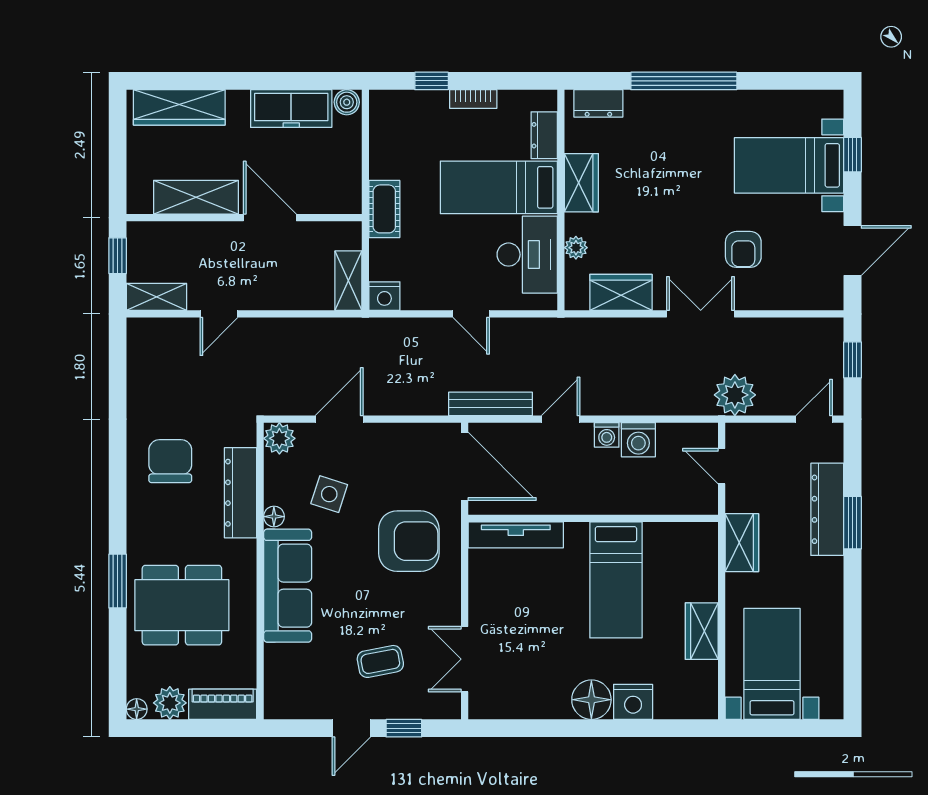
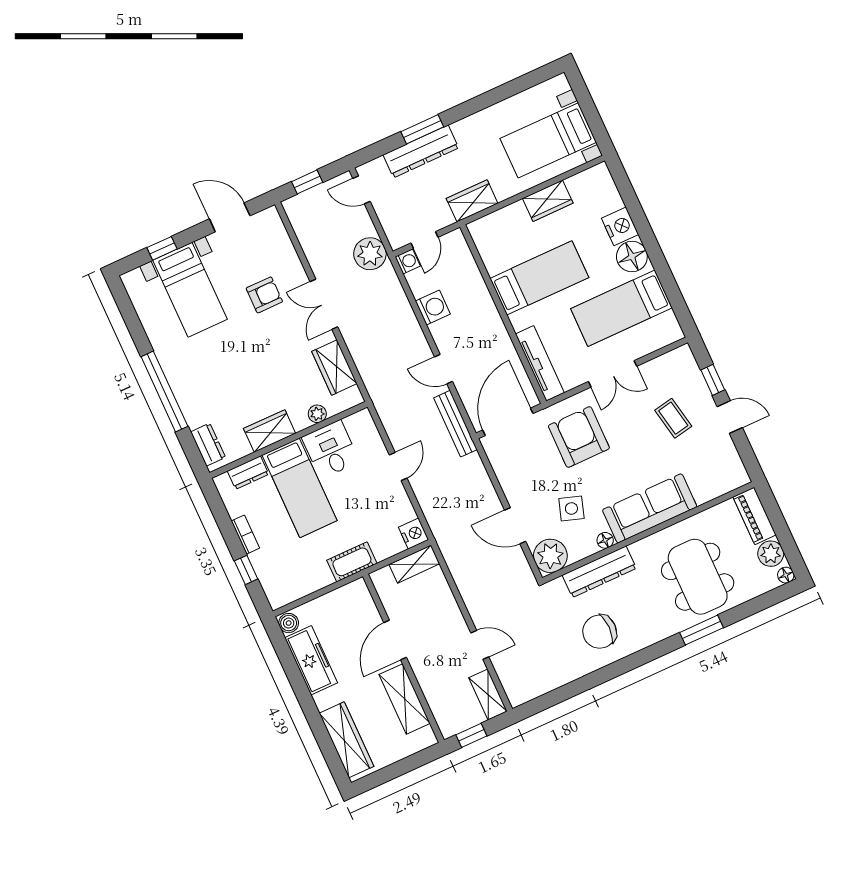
desk: (527, 255) -> (331, 449), width x0.73
washing machine: (607, 435) -> (408, 261), moved
plant: (279, 438) -> (550, 556), width x1.36, depth x1.36
double door: (465, 659) -> (613, 374), moved
bed: (537, 660) -> (621, 308), added

